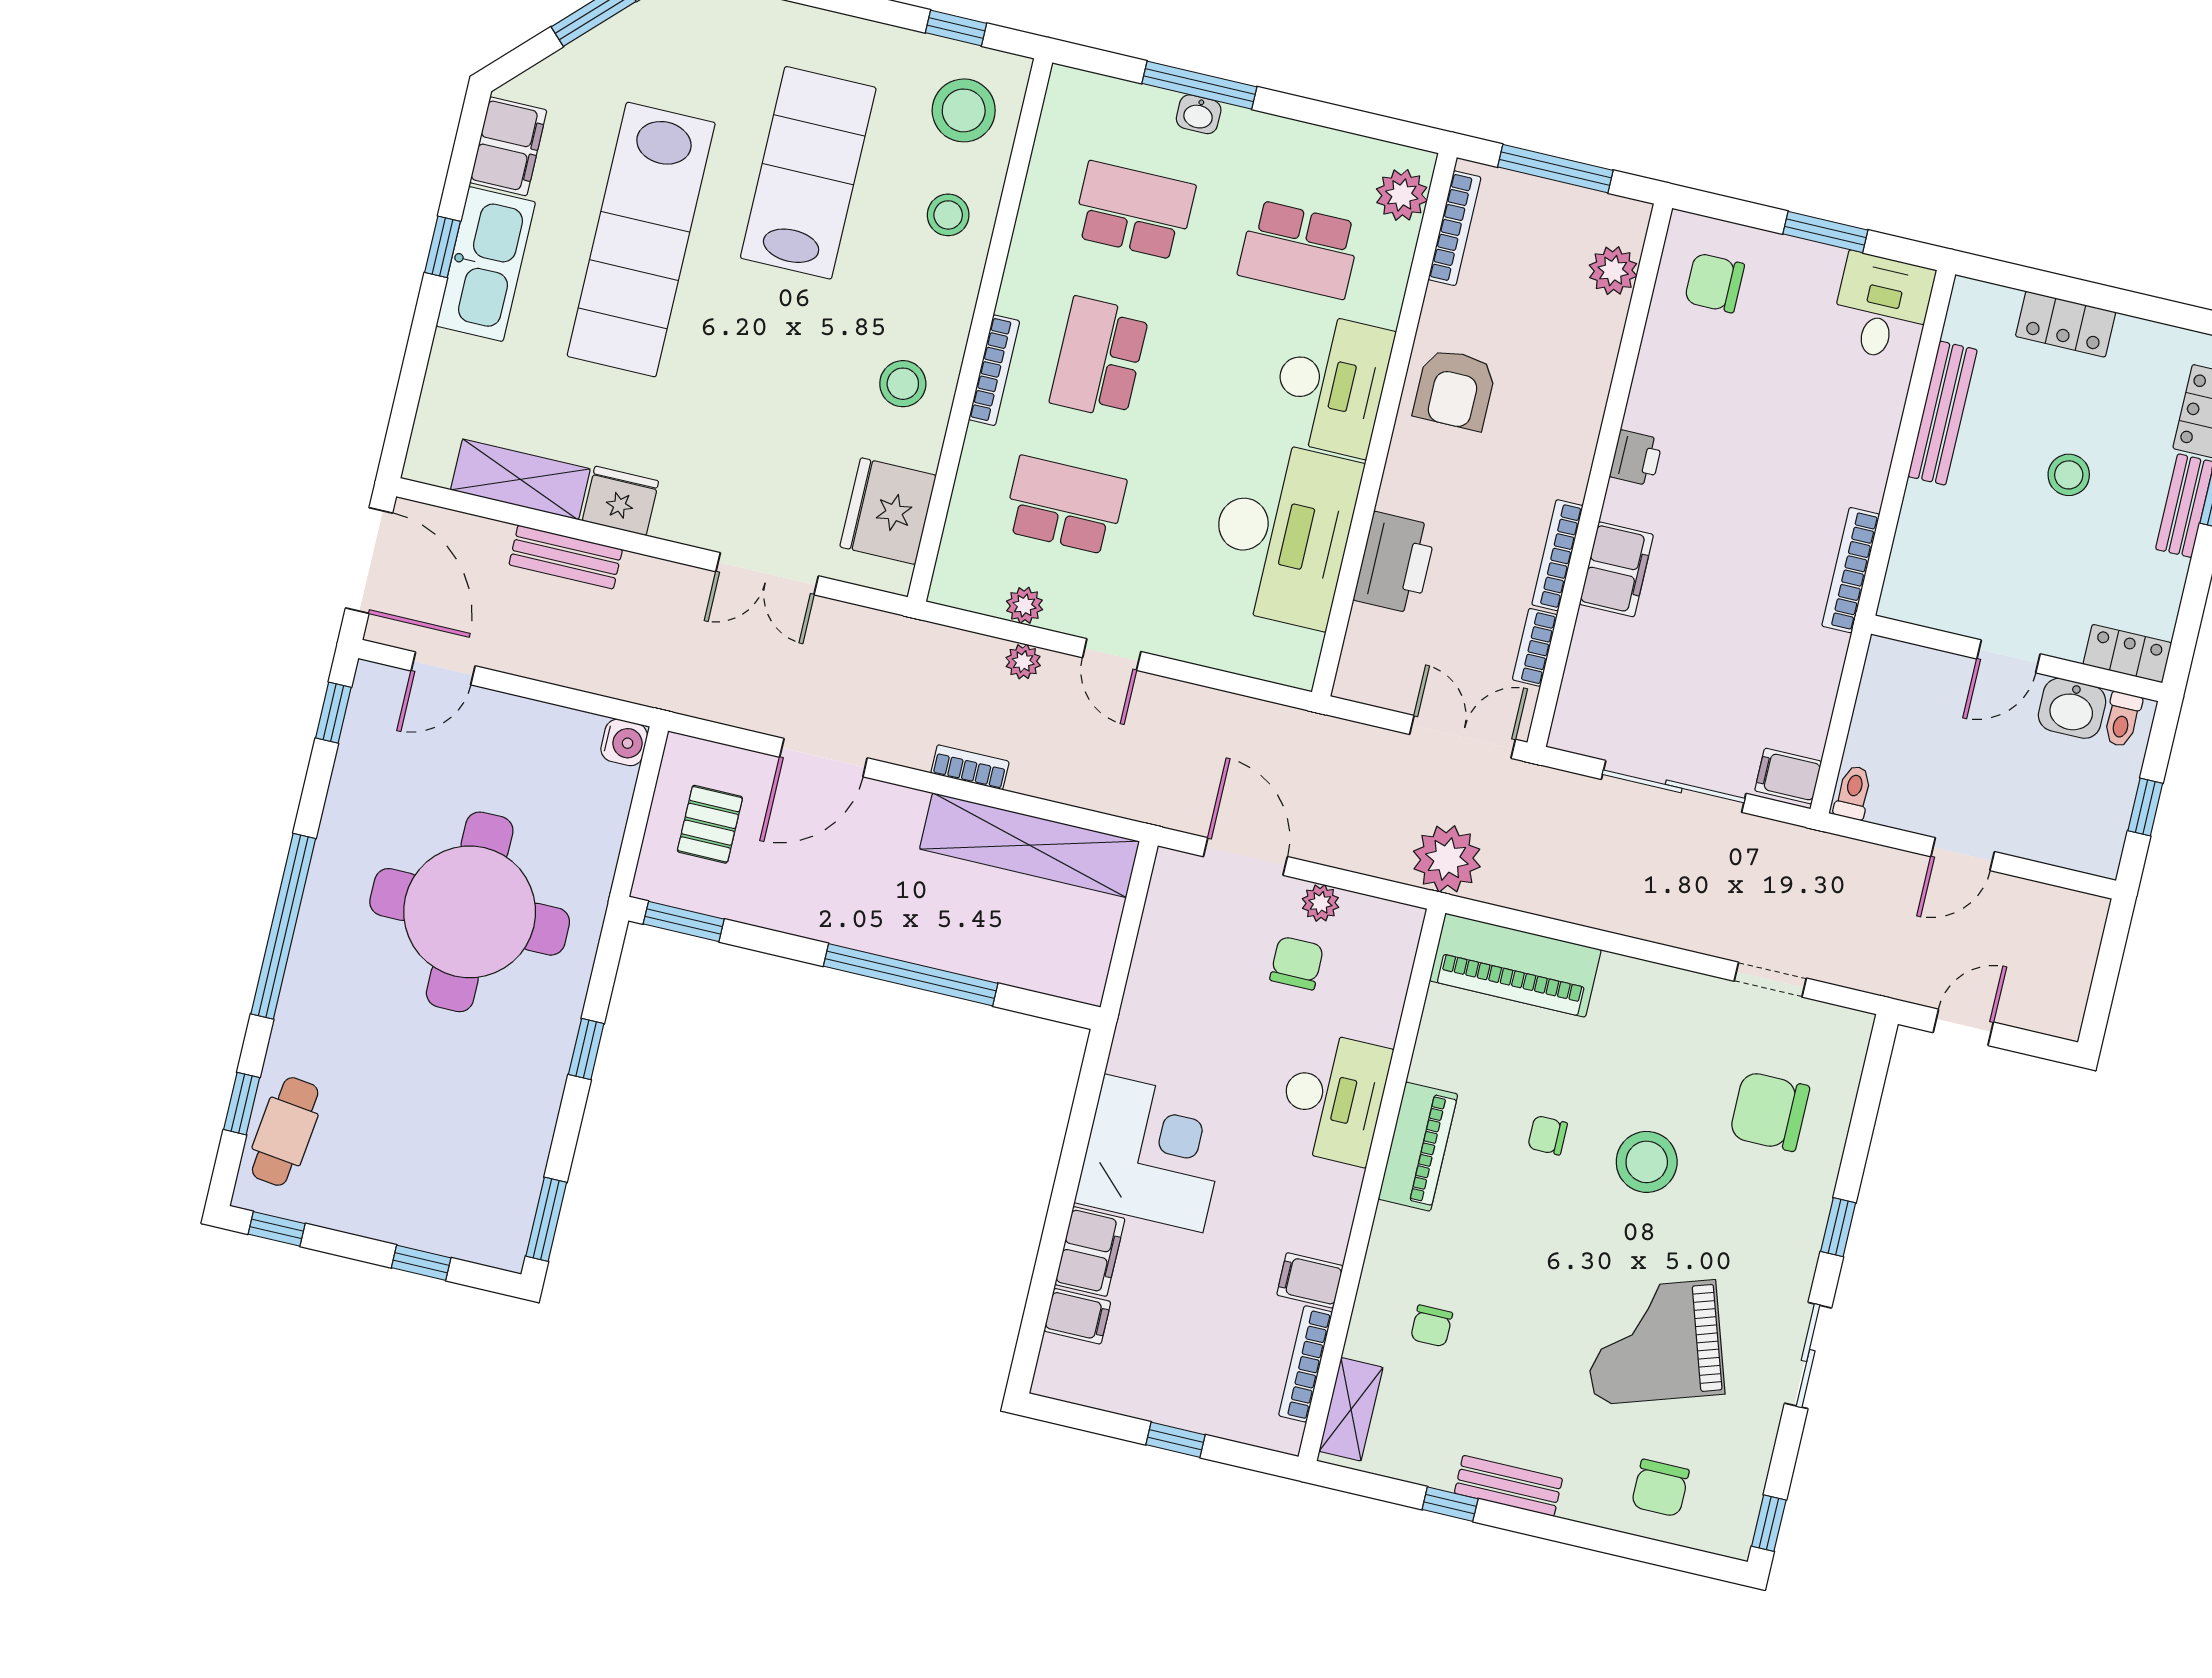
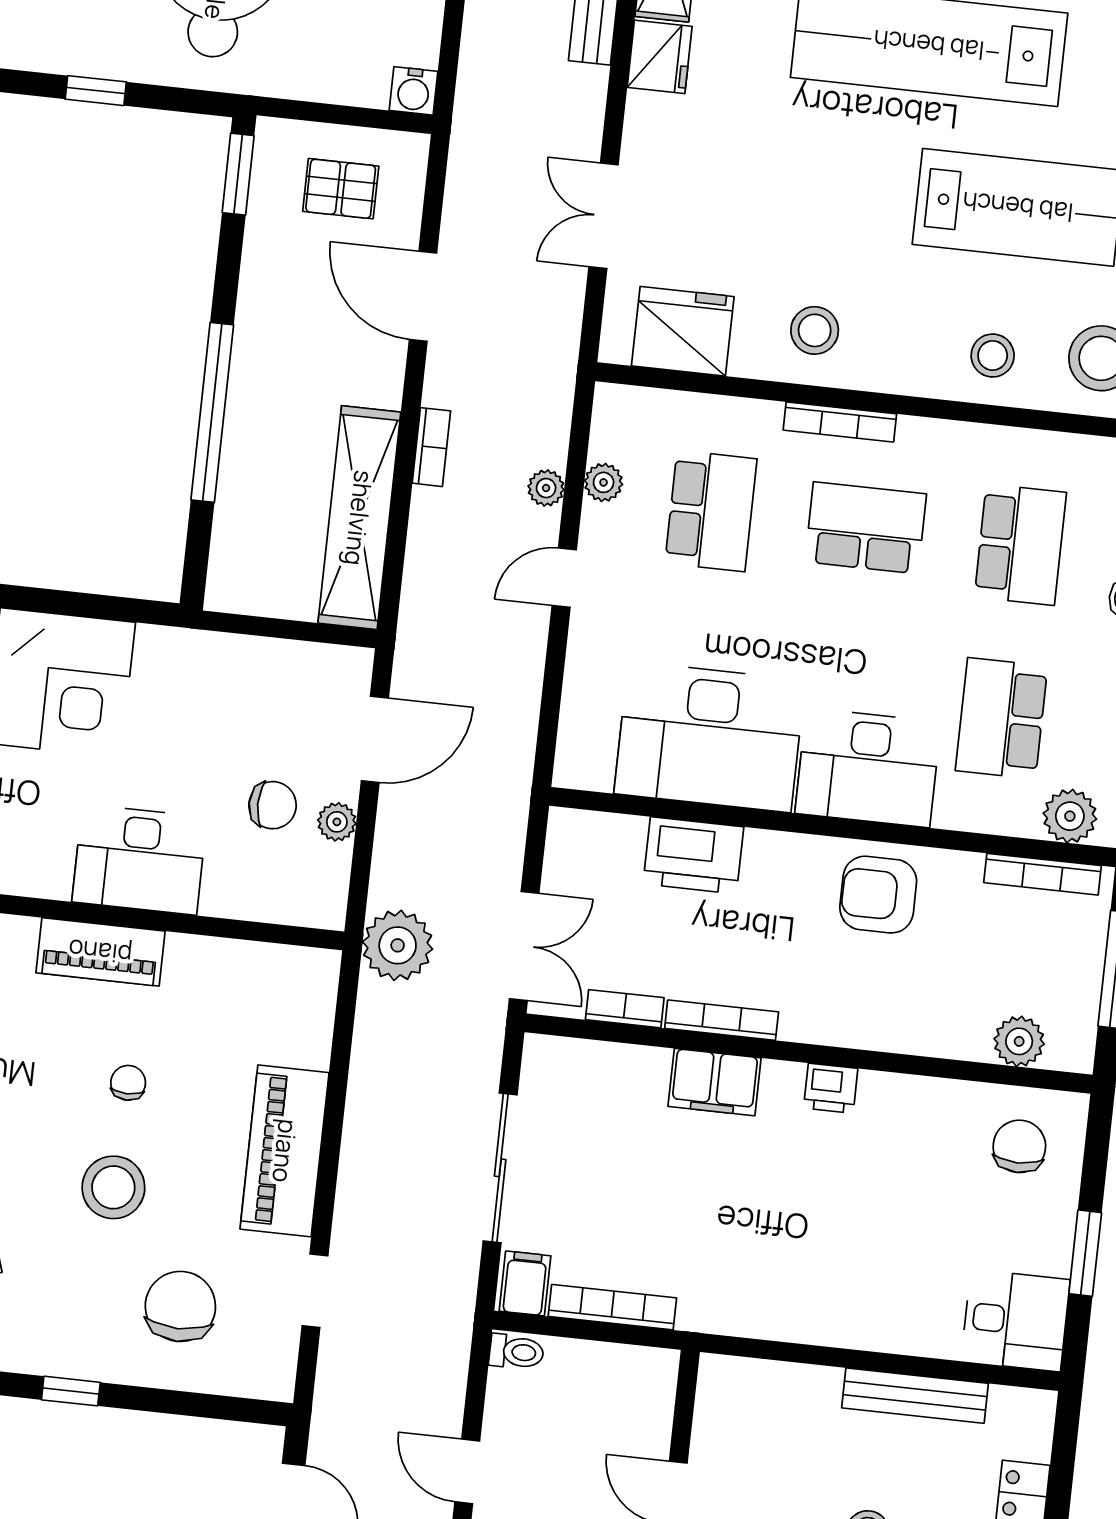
bookcase: (1851, 570) -> (612, 1307), moved
piano: (1515, 965) -> (285, 1151), moved

